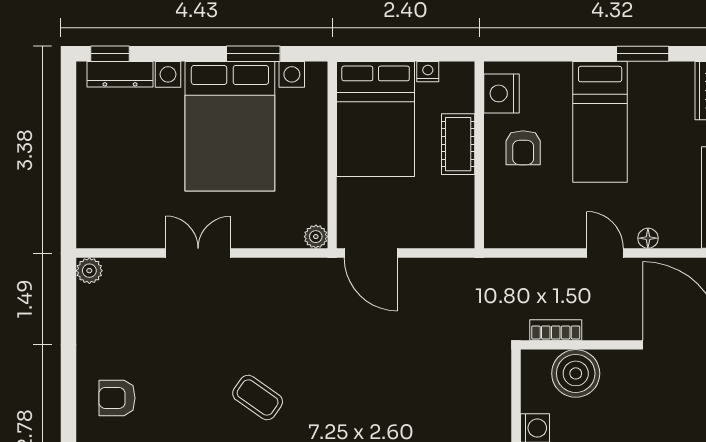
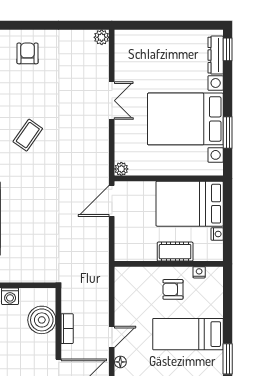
nightstand: (502, 93) -> (199, 272), width x0.53, depth x0.56
bookcase: (556, 330) -> (67, 329), moved

